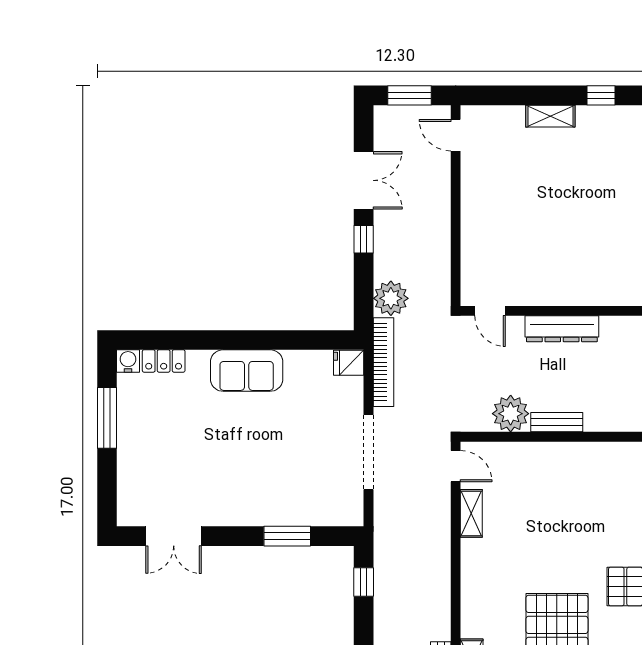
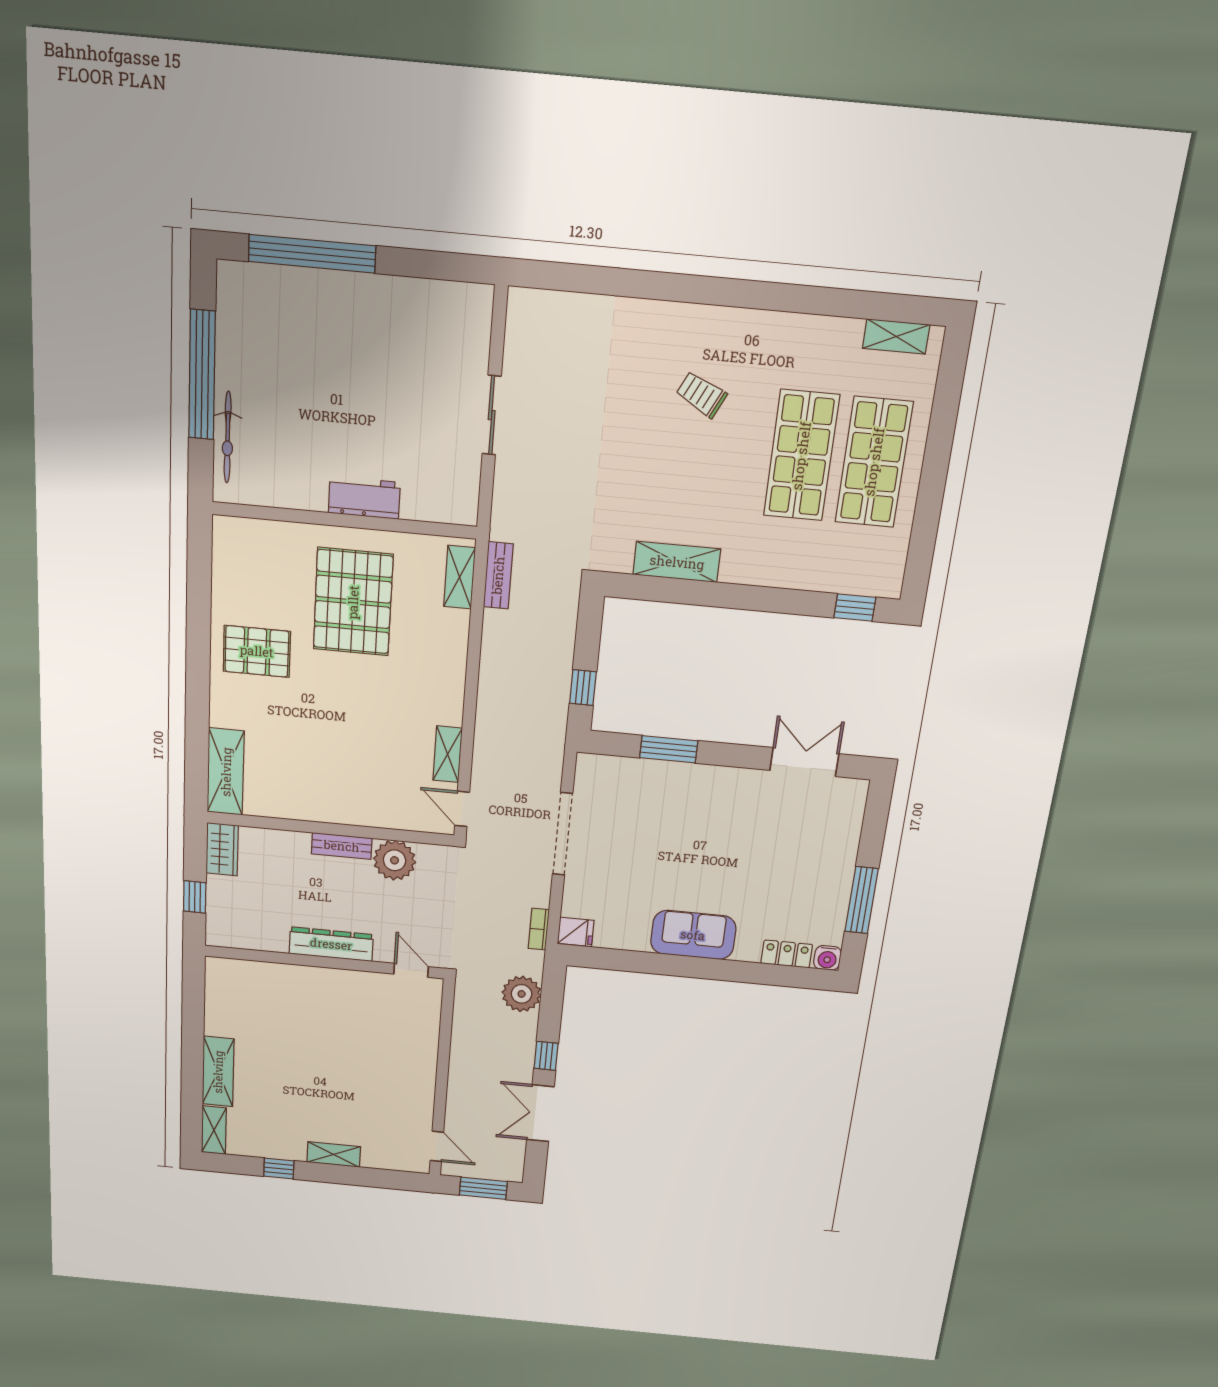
bookcase: (383, 362) -> (539, 929), width x0.43, depth x0.76

